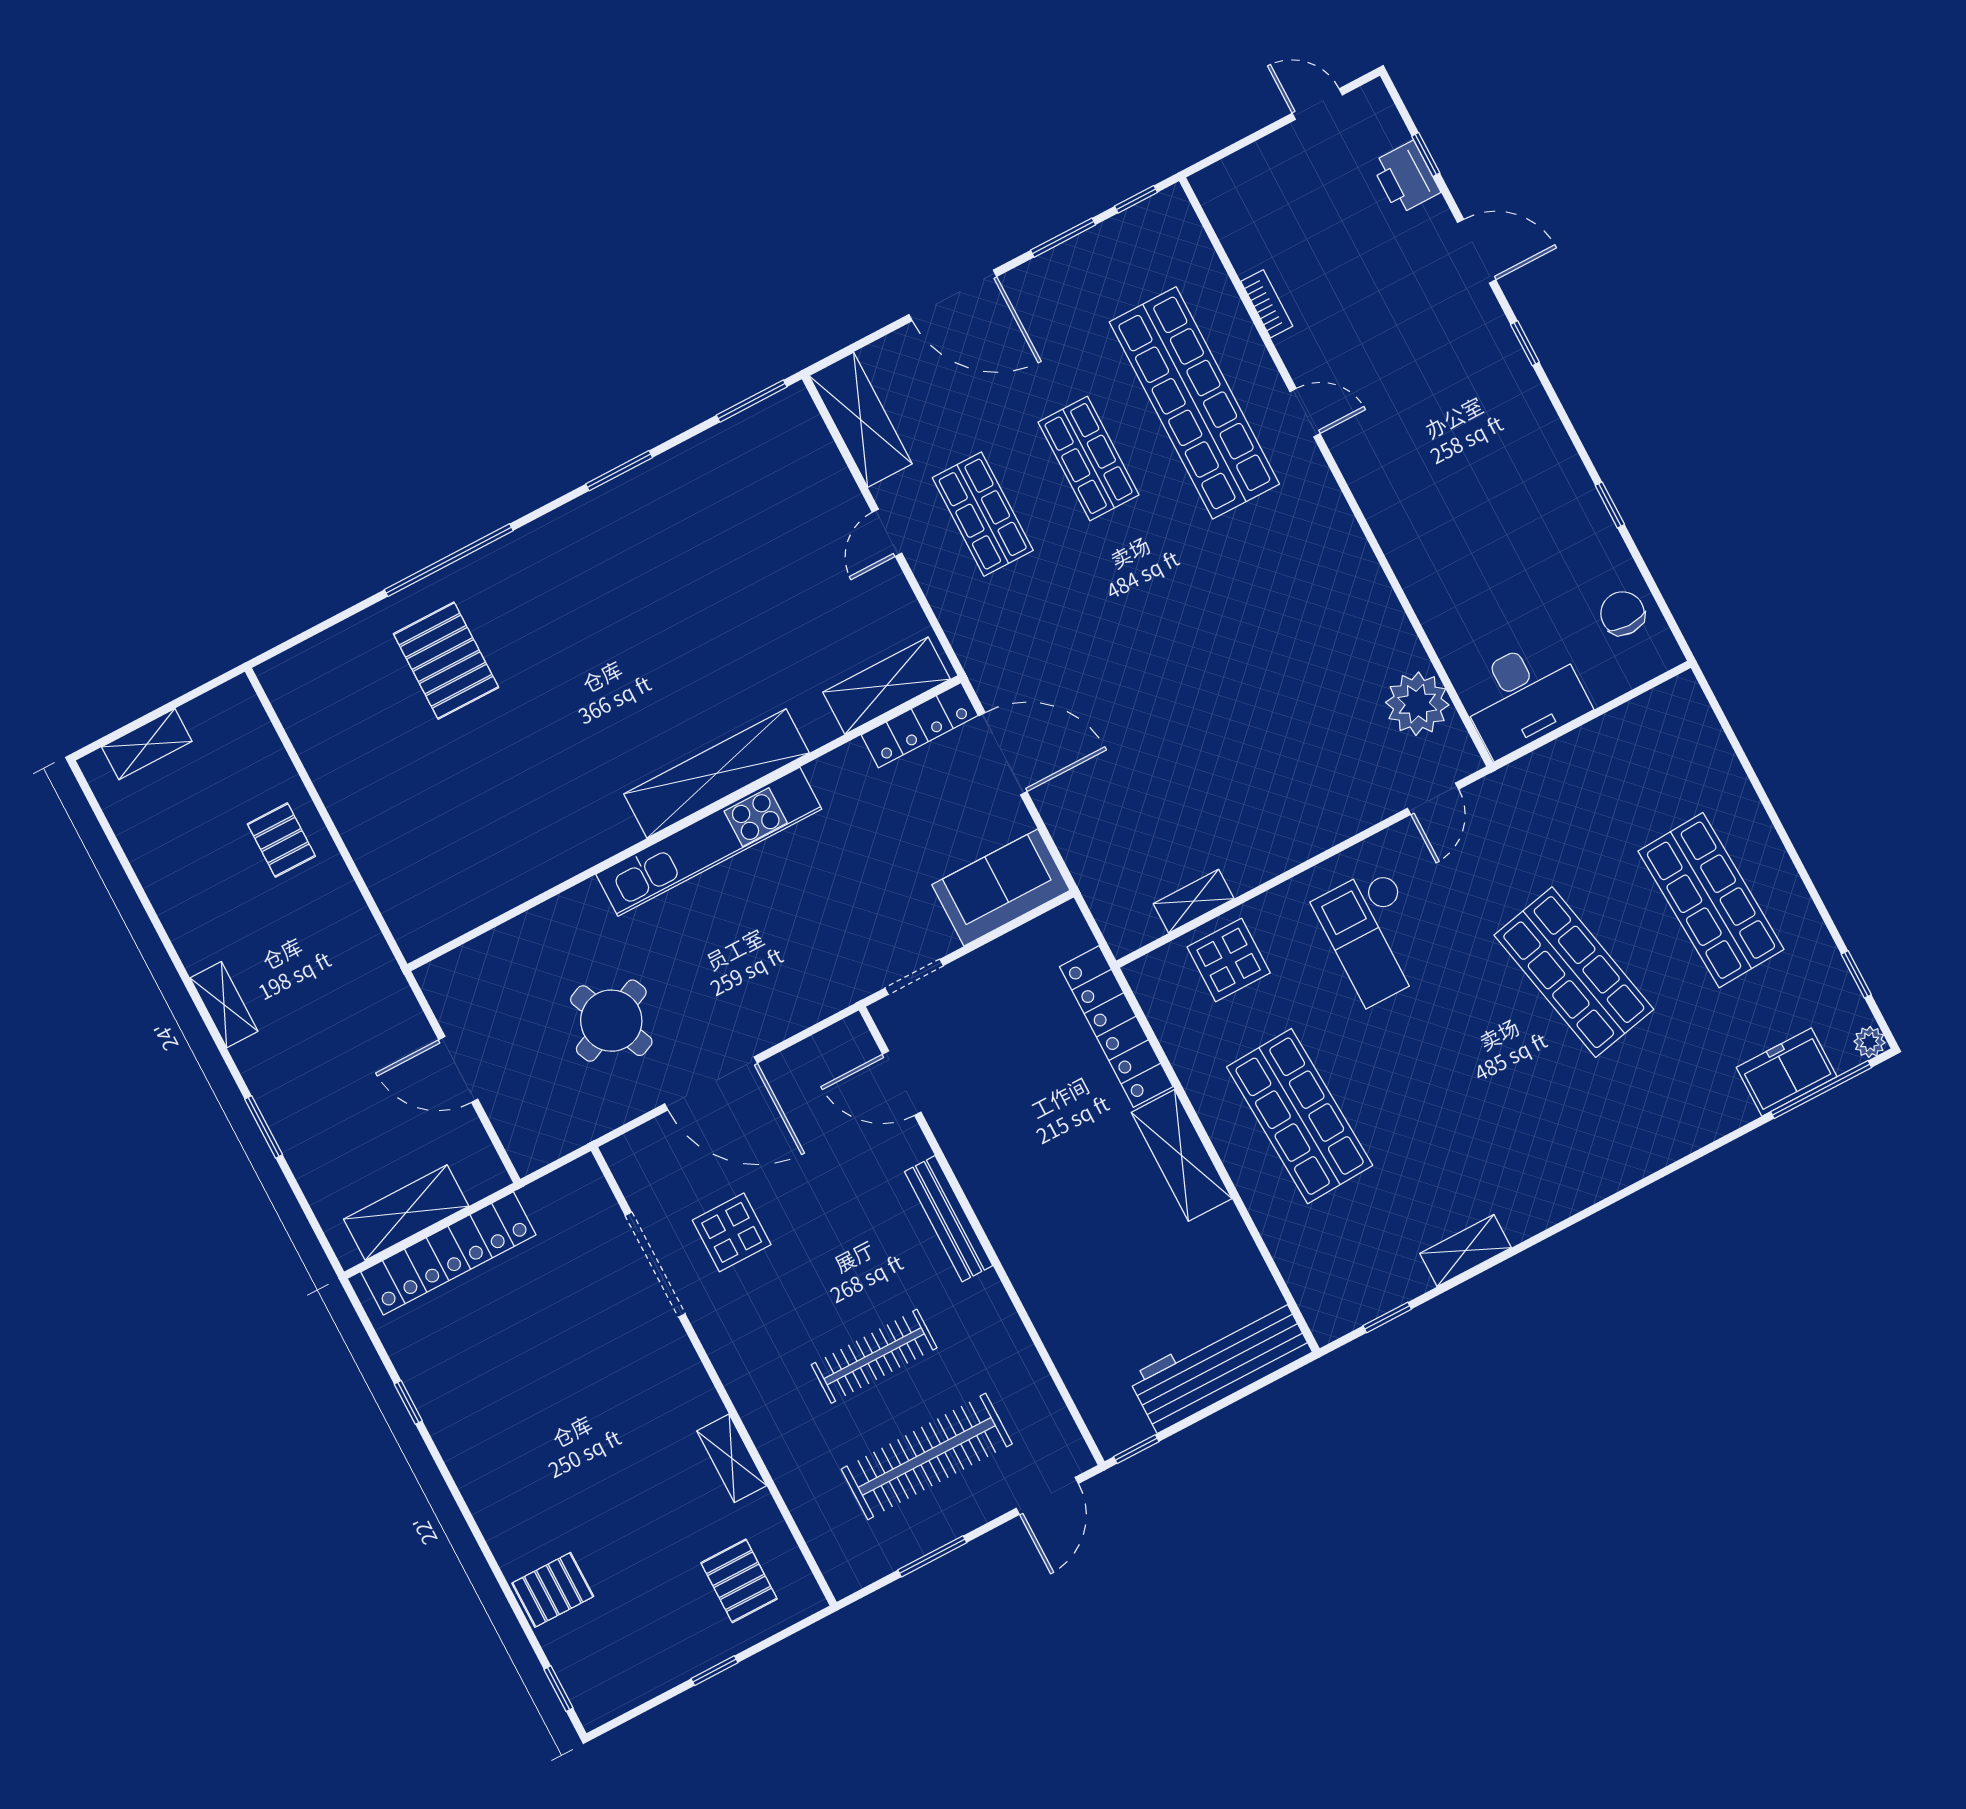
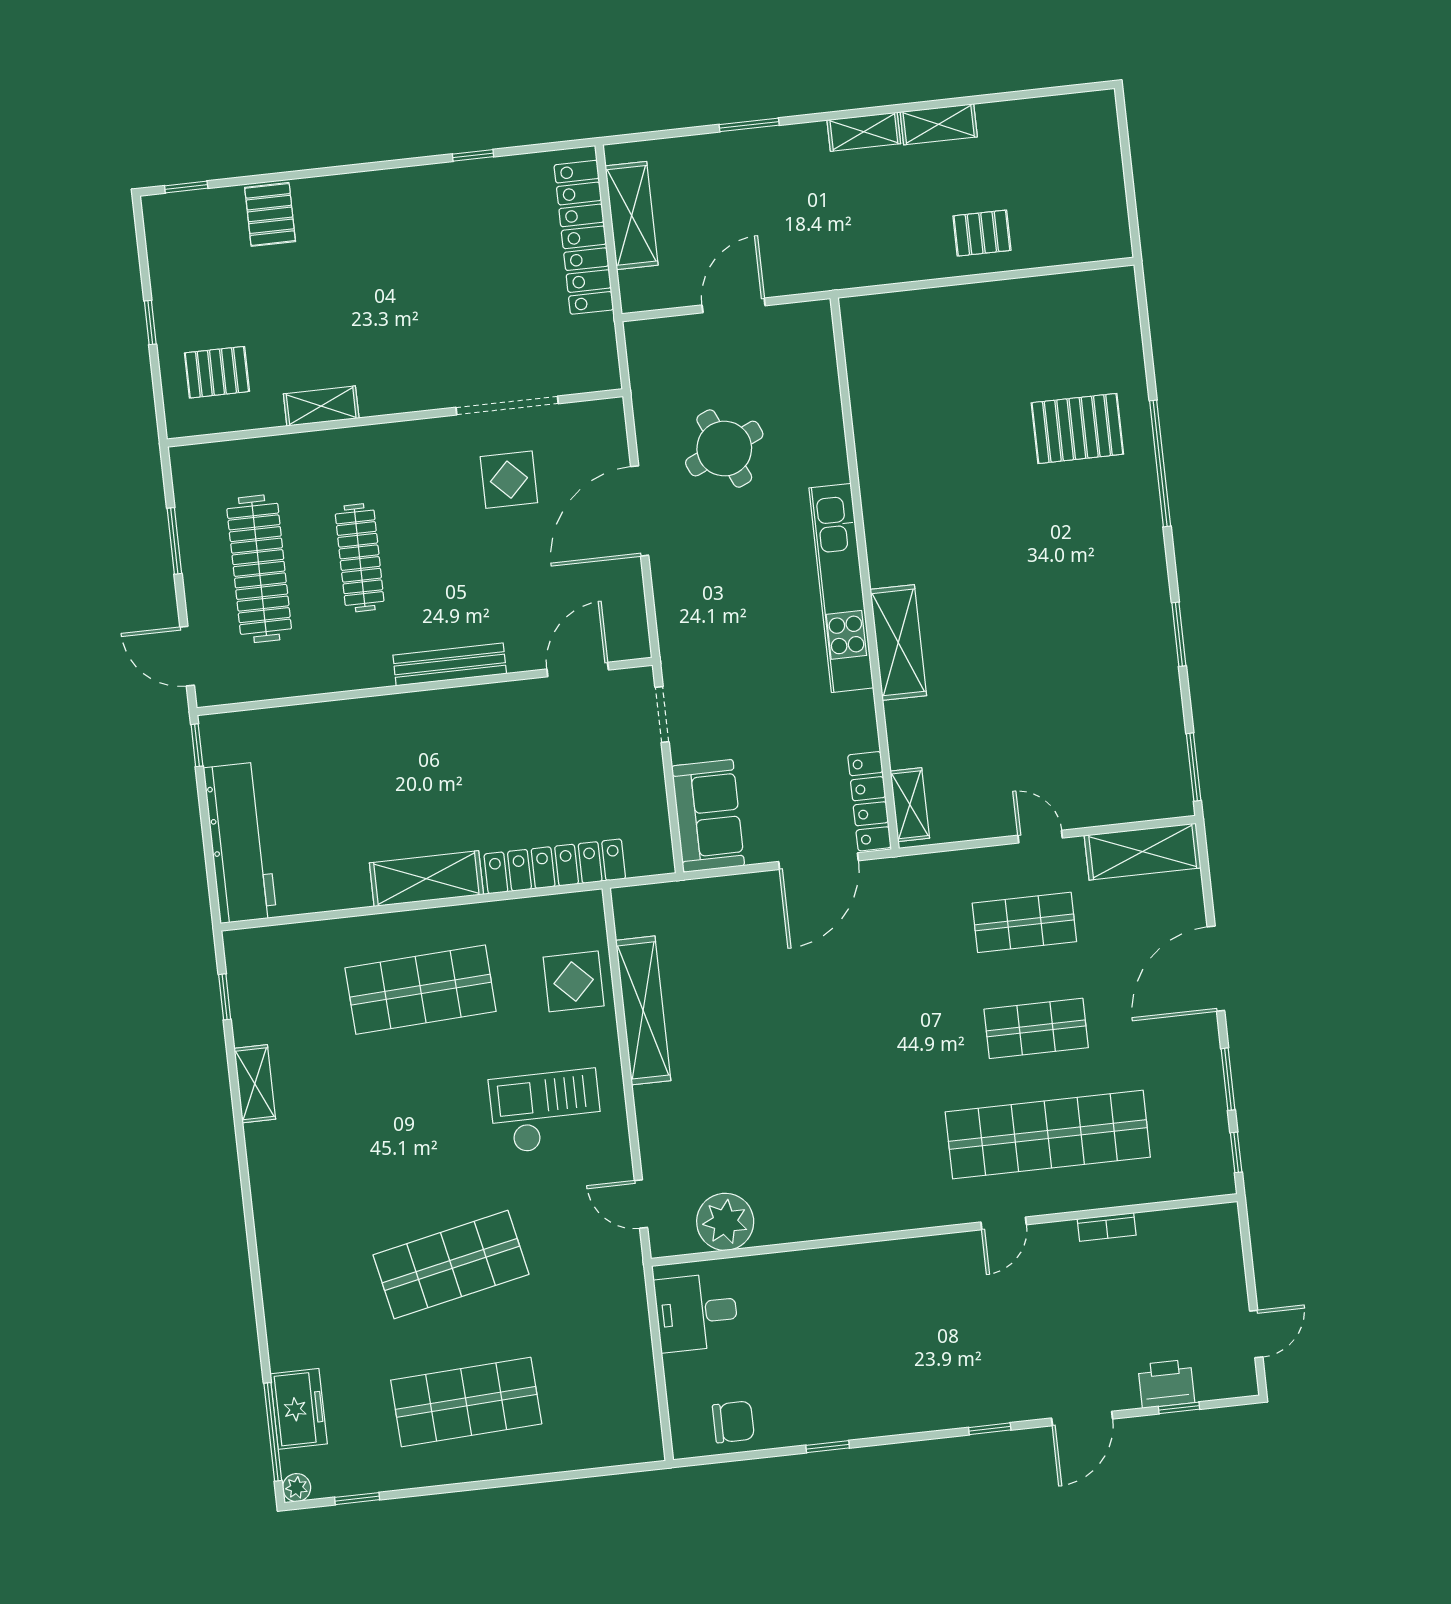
shelving: (886, 686) -> (910, 805), width x0.67, depth x0.75
desk: (1523, 697) -> (696, 1312), width x0.73
shelving: (147, 744) -> (939, 124), moved, turned 90
shelving: (717, 773) -> (898, 642), width x0.68
shelving: (1194, 901) -> (643, 1010), width x2.20, depth x1.33

